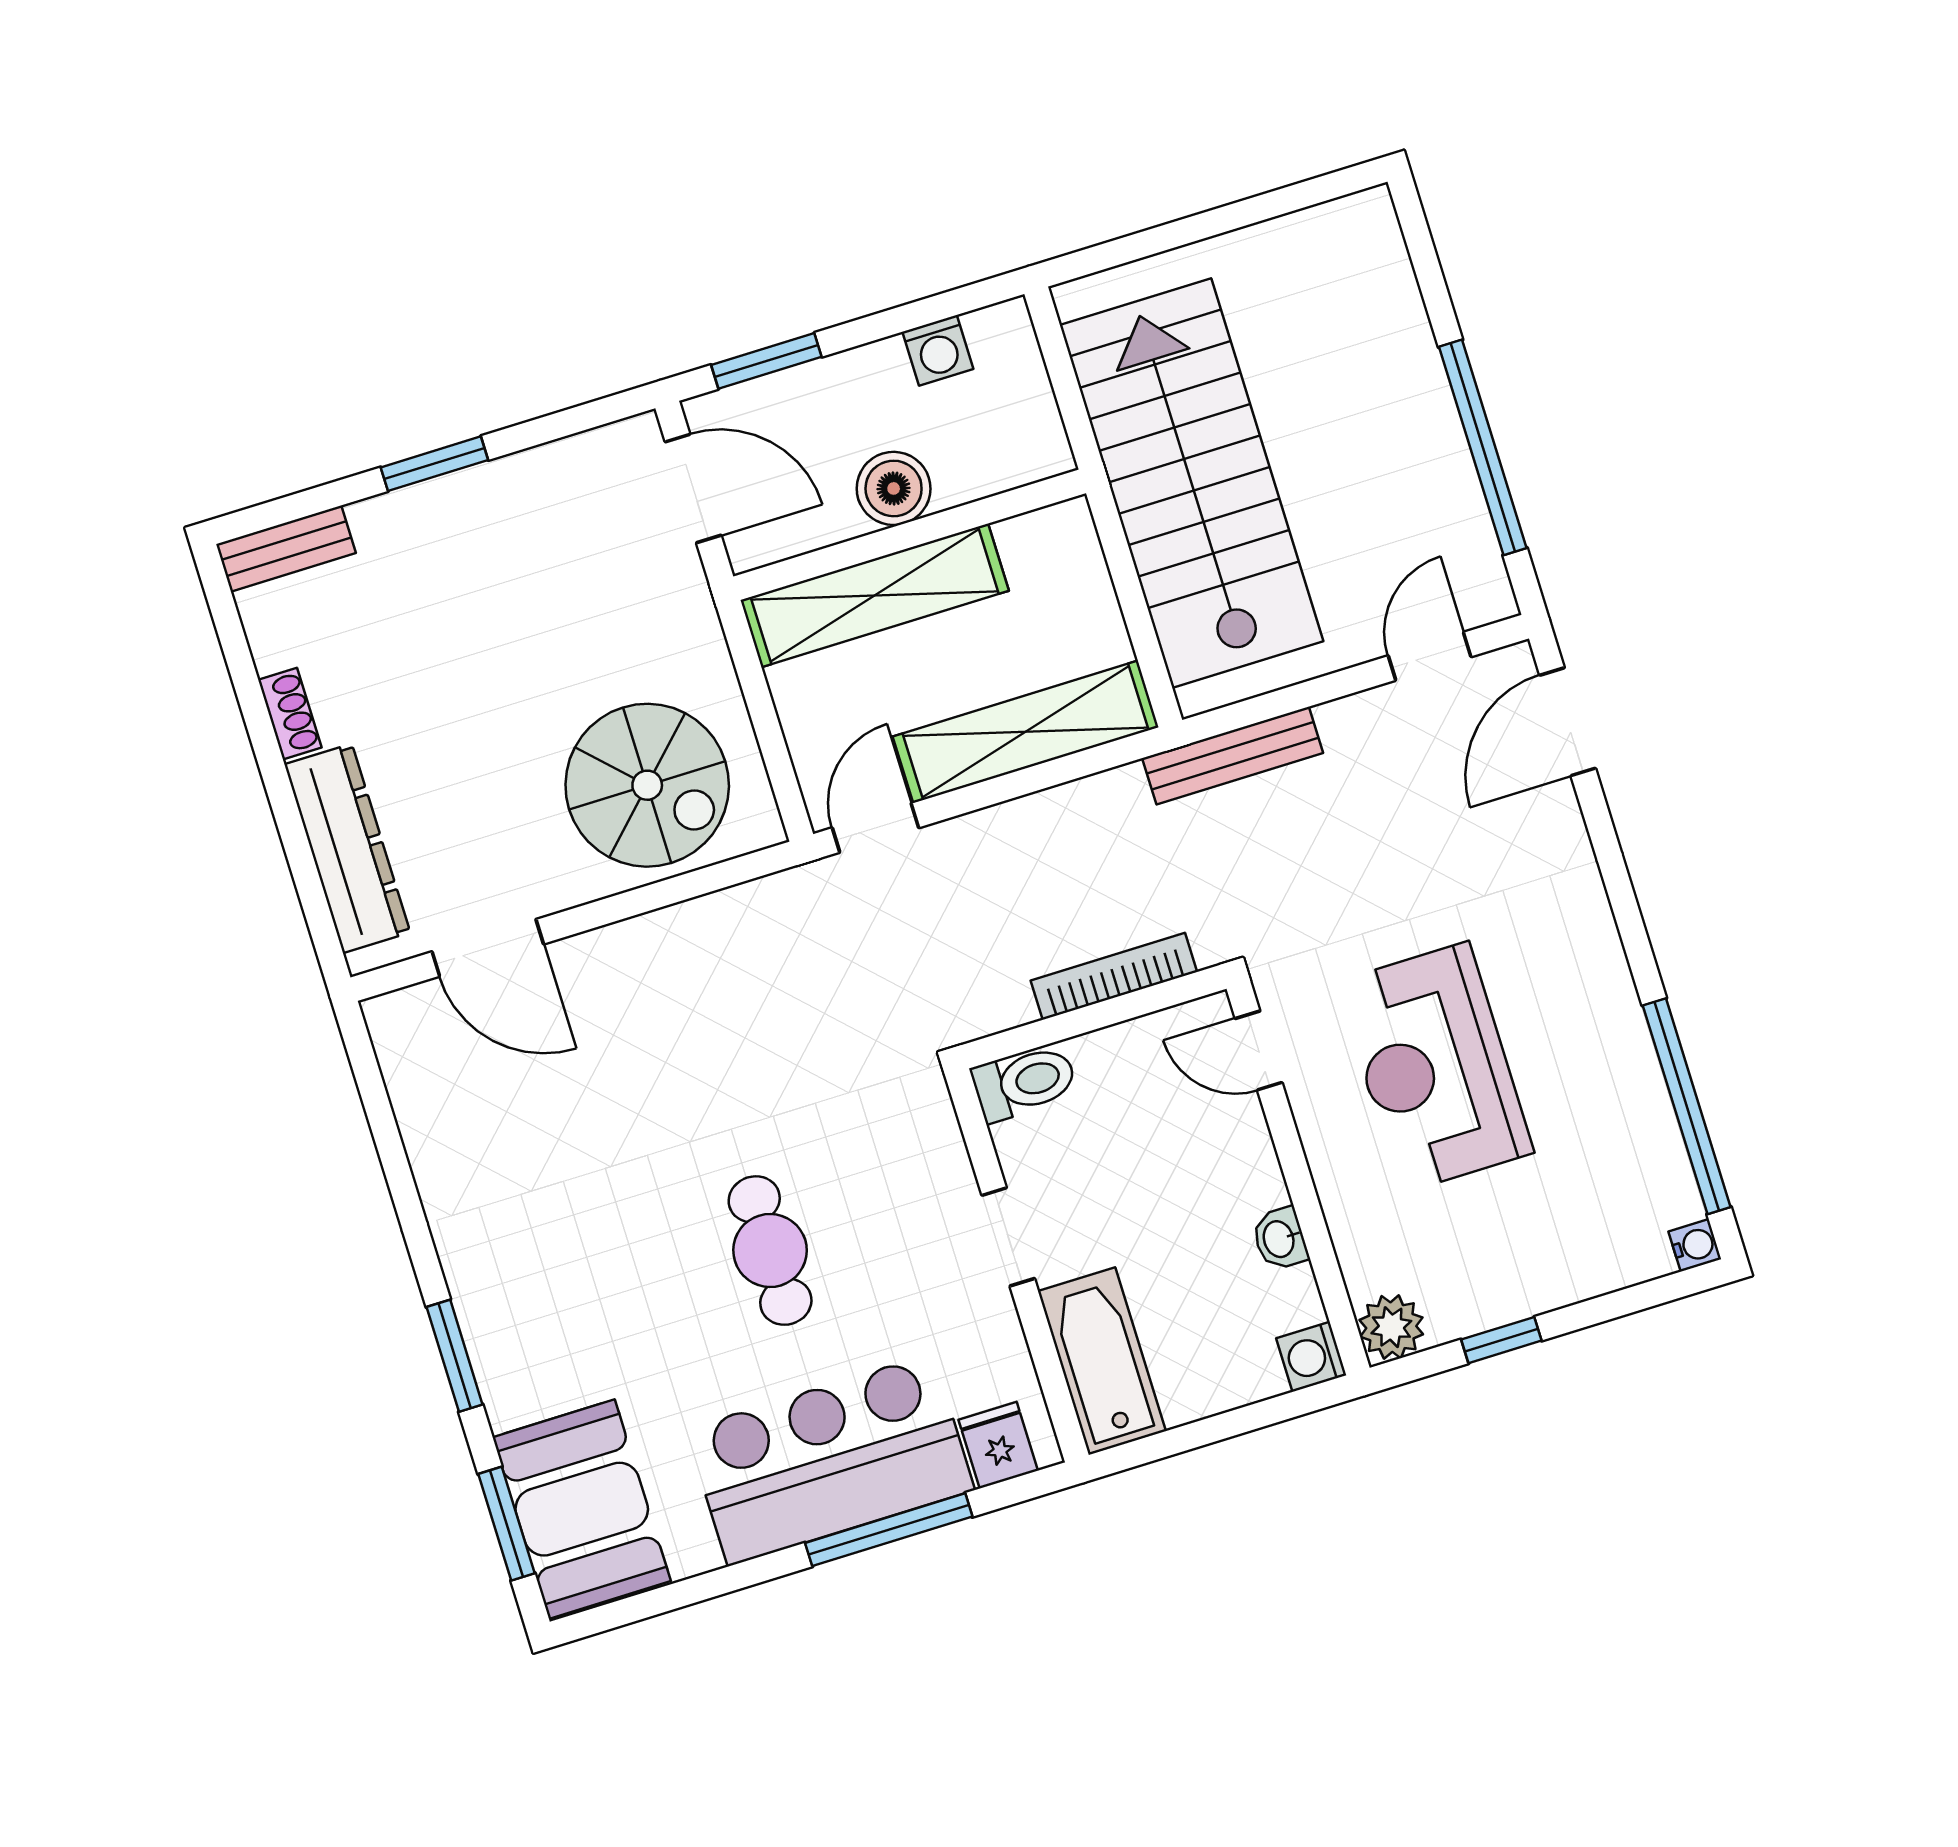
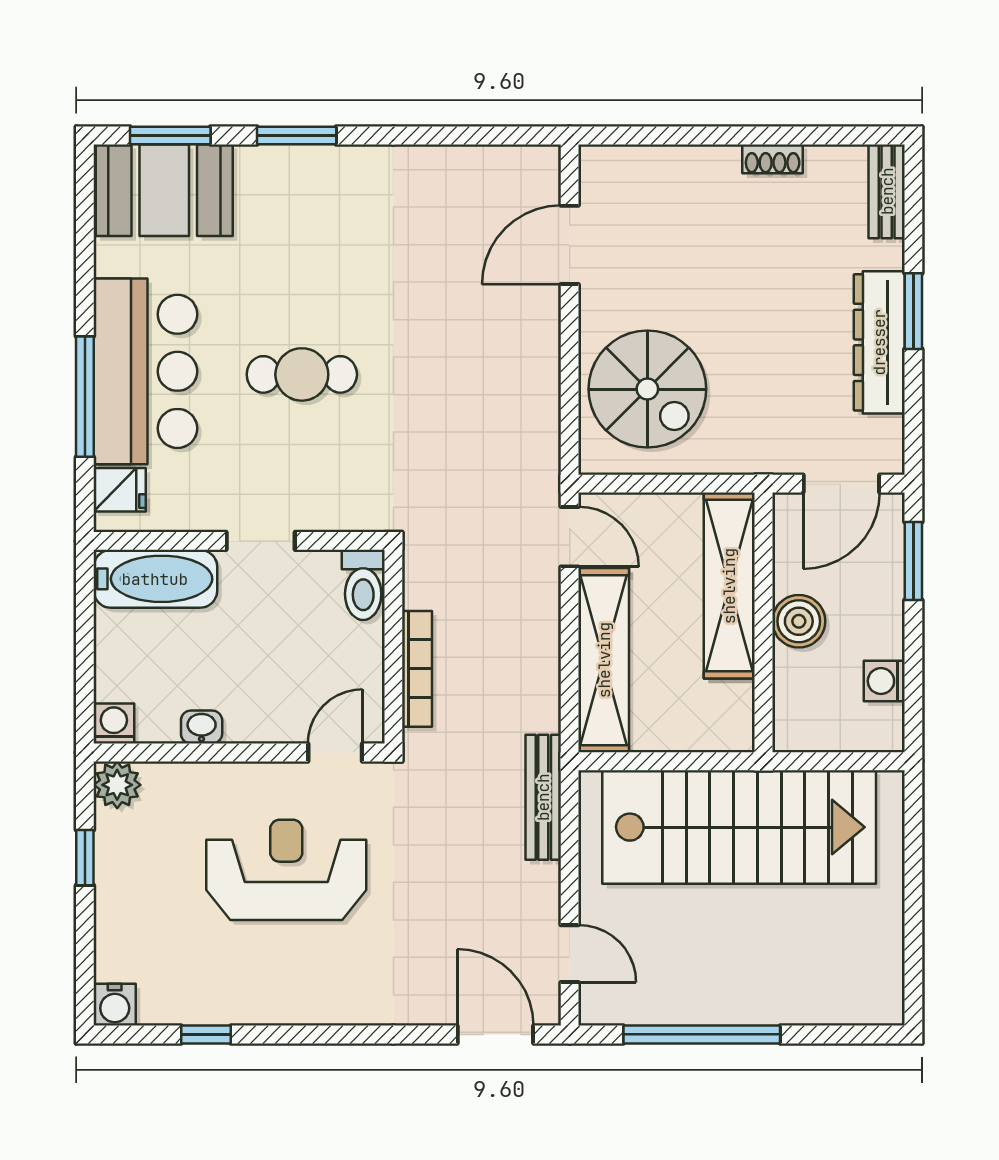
spiral stairs: (647, 785) -> (647, 389), turned -90
dresser: (347, 848) -> (879, 342), moved, turned 90
window: (1687, 1106) -> (206, 1034), width x0.32
water cooler: (1695, 1245) -> (115, 1005), width x1.38, depth x1.38

